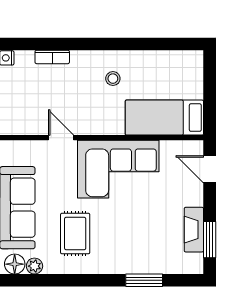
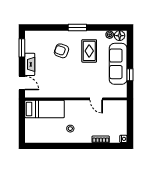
corner sofa: (118, 169) -> (68, 83), removed
fireplace: (194, 230) -> (30, 64), moved
armchair: (131, 234) -> (61, 51), added
window: (144, 280) -> (77, 28), moved

